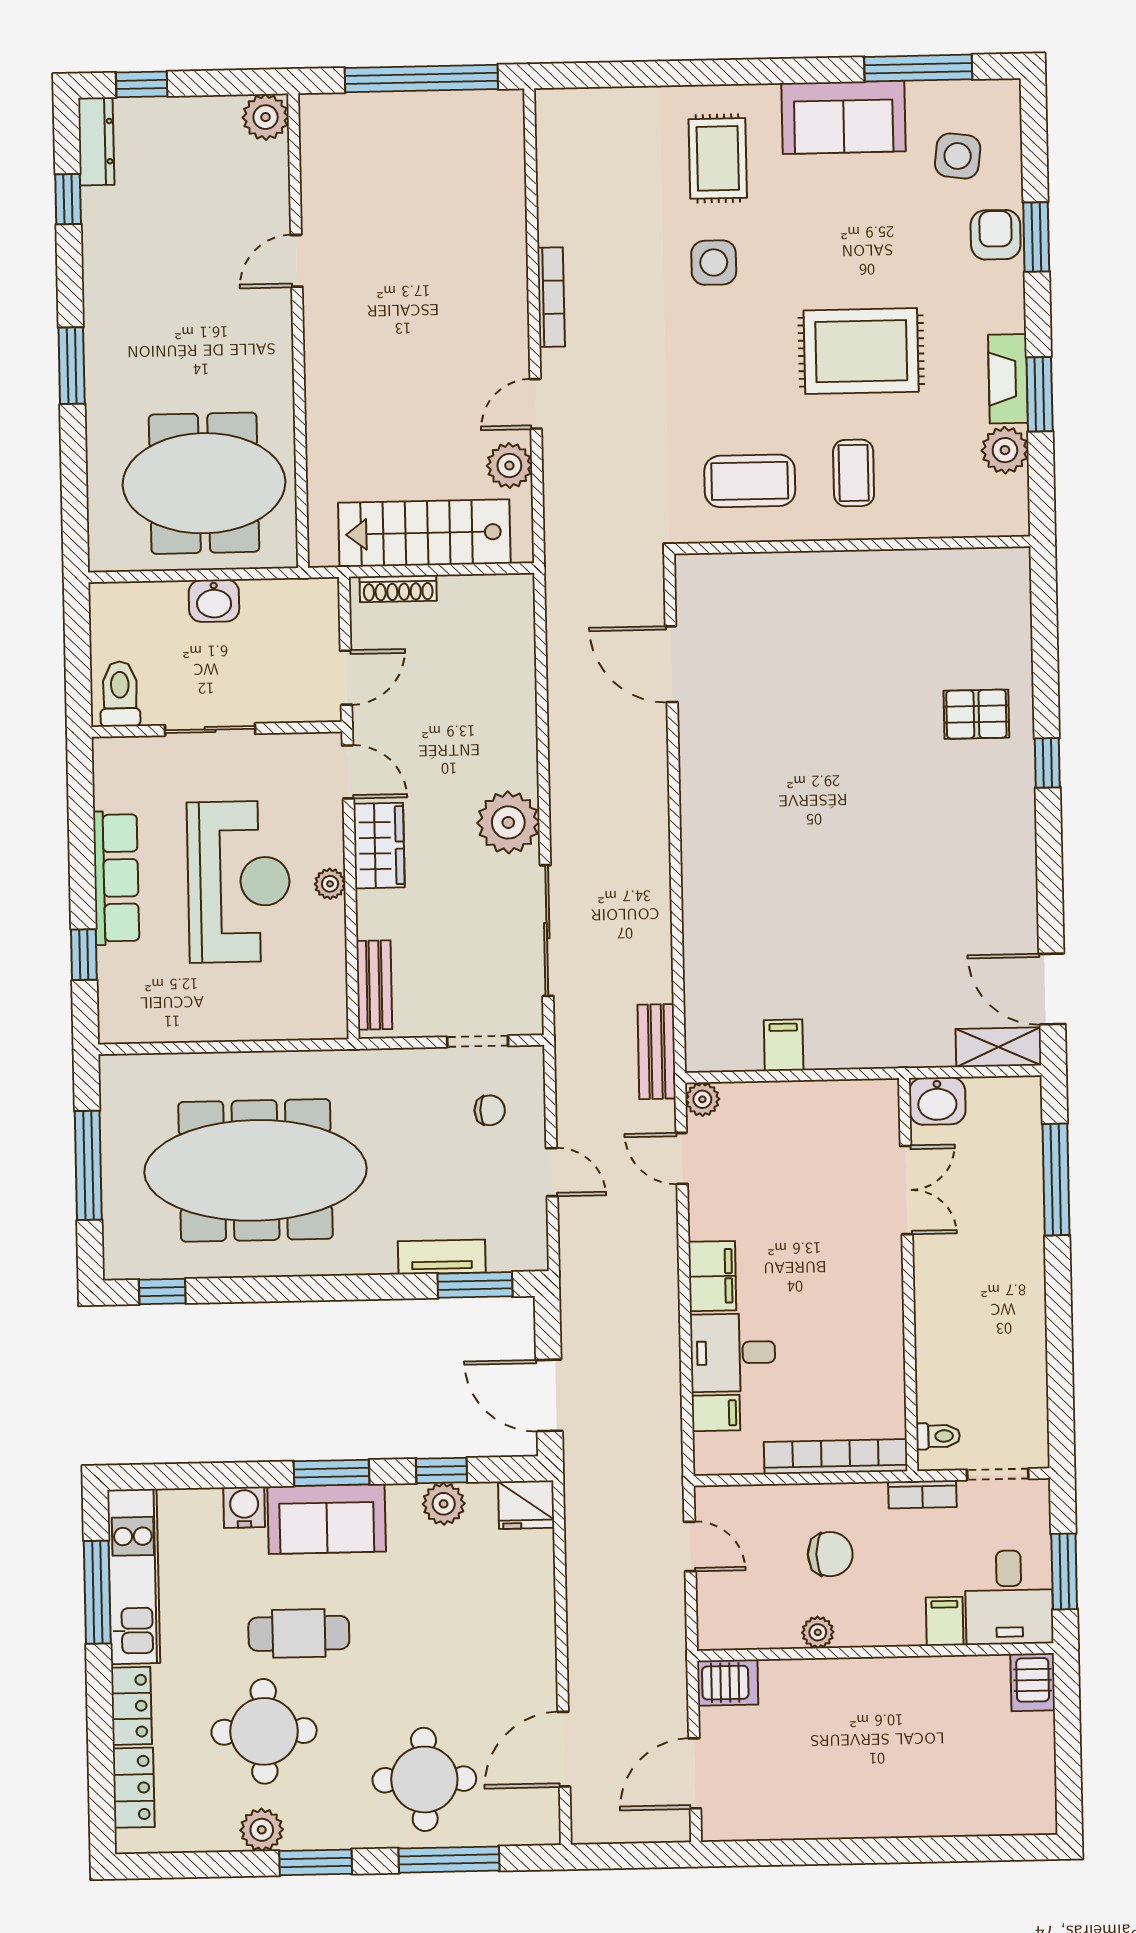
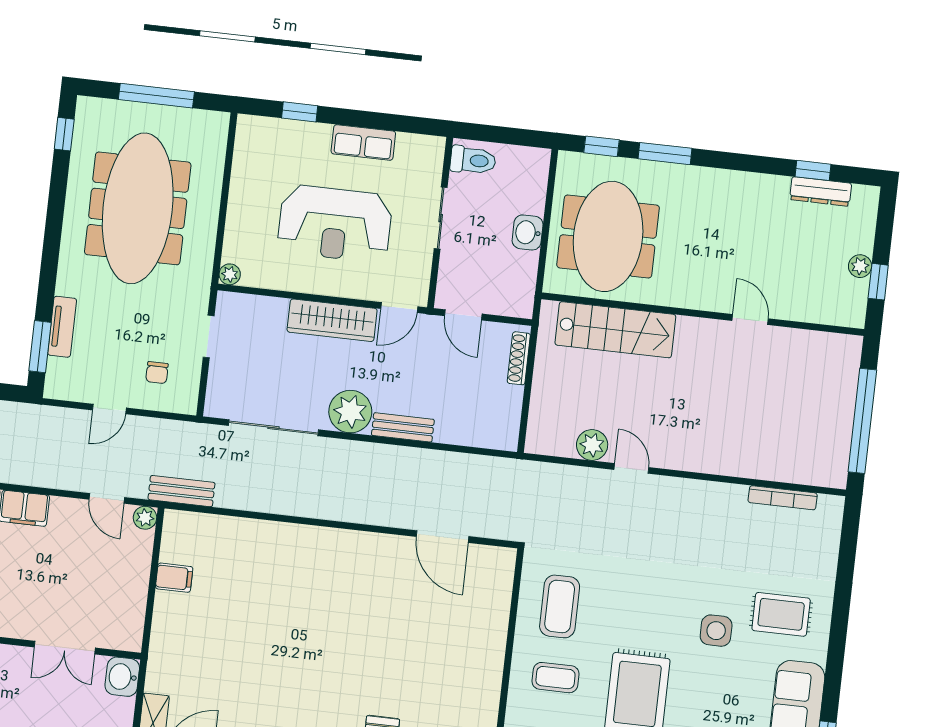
window: (142, 84) -> (878, 282), moved
plant: (266, 117) -> (860, 266), moved, width x0.73, depth x0.73
dresser: (96, 141) -> (821, 191), moved
side table: (714, 263) -> (716, 631), moved
bookcase: (551, 297) -> (783, 498), moved
window: (72, 366) -> (665, 154), moved
window: (75, 510) -> (602, 146), added
stairs: (424, 533) -> (615, 330), moved, turned 90
door: (671, 664) -> (443, 537), swing flipped
wardrobe: (379, 846) -> (332, 320), width x1.50
row of seats: (116, 878) -> (363, 142), width x0.68
plant: (330, 884) -> (230, 274), moved
bench: (374, 985) -> (403, 427), moved
doorway: (478, 1041) -> (209, 337), moved
door: (682, 1158) -> (107, 498), swing flipped

